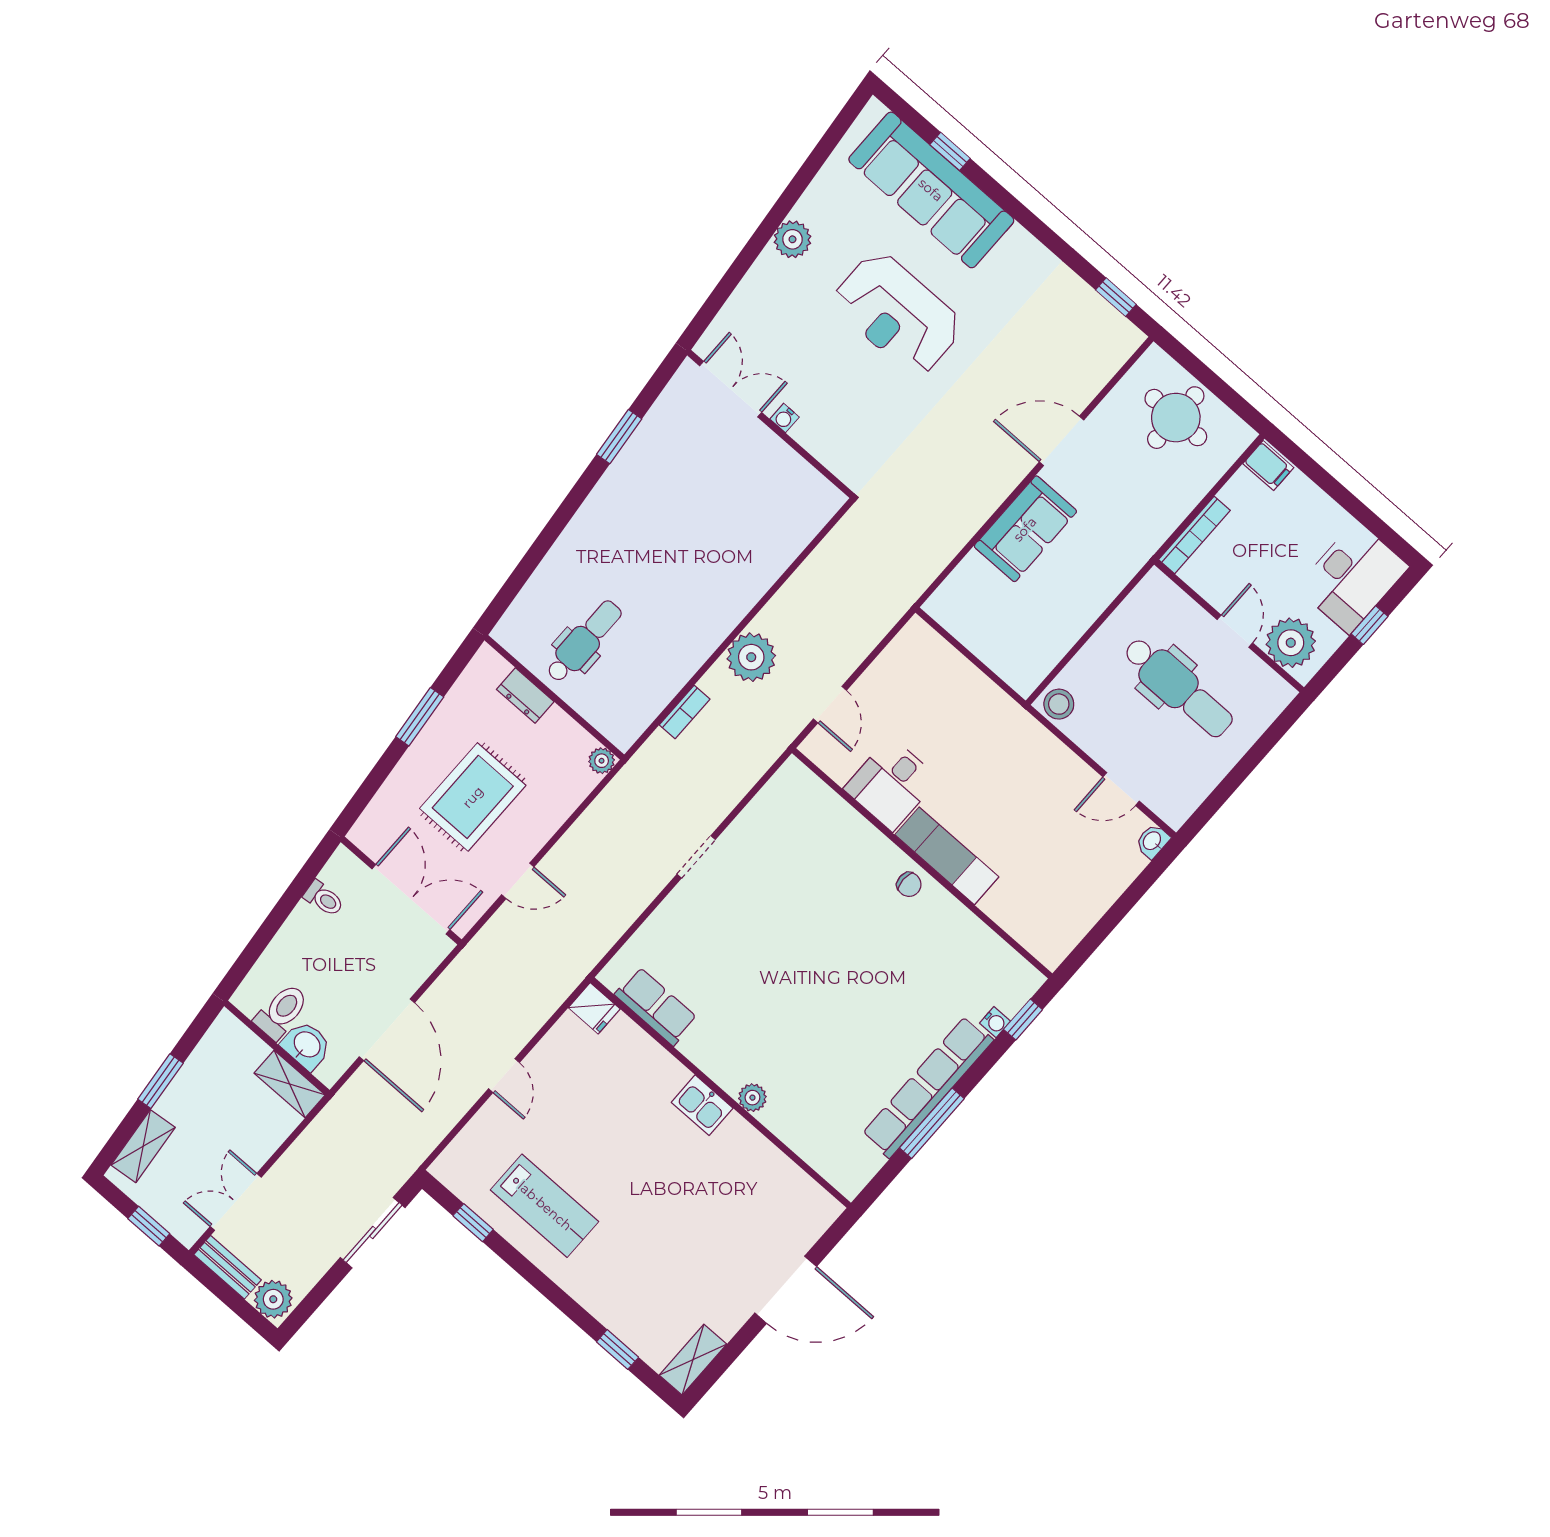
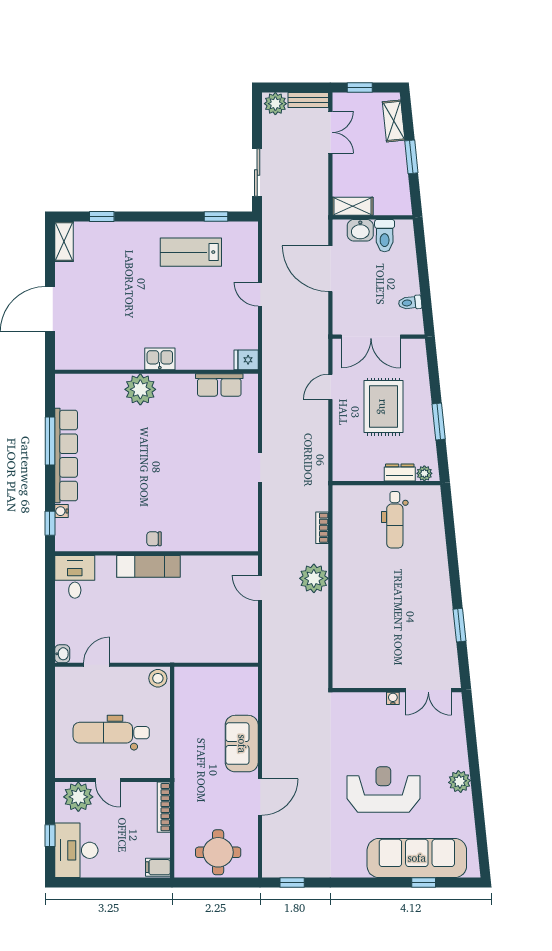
plant: (602, 761) -> (424, 473), moved
desk: (891, 784) -> (75, 577), moved
plant: (752, 1098) -> (140, 389), width x1.87, depth x1.87

